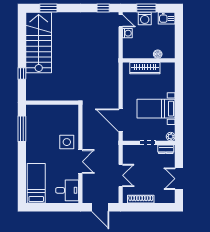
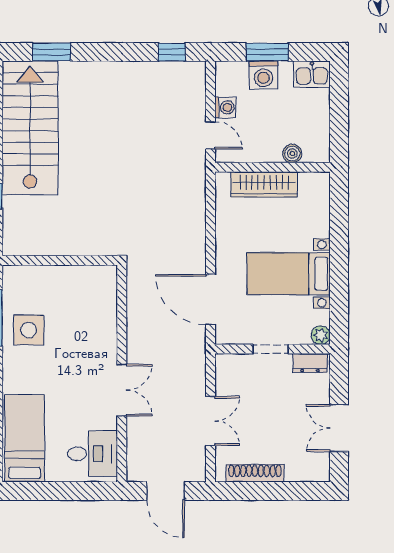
door: (121, 21) -> (210, 135), moved
side table: (67, 142) -> (29, 330), moved

